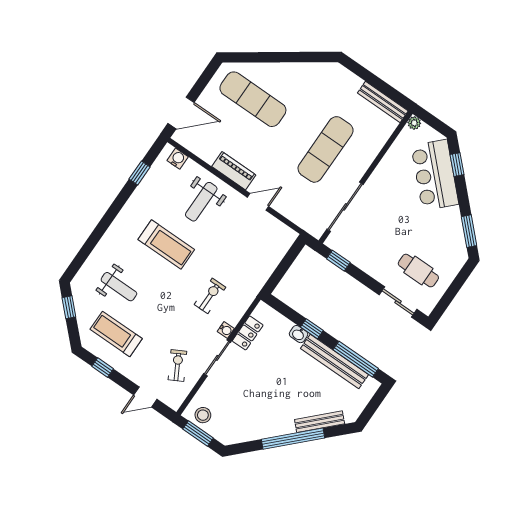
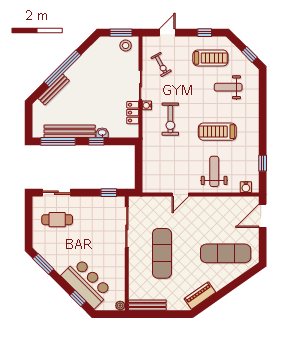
piano: (234, 171) -> (200, 296), moved, turned 145
exercise bike: (210, 296) -> (170, 119), width x1.38, depth x1.39

